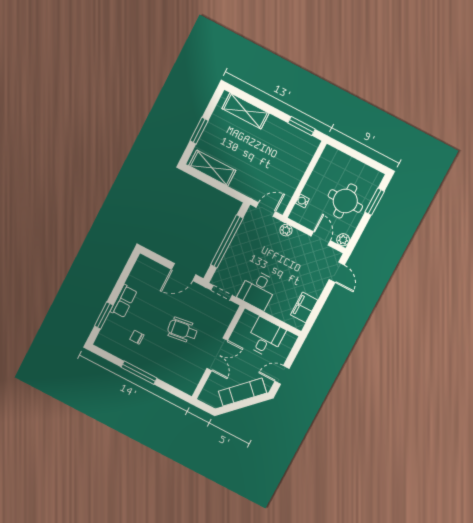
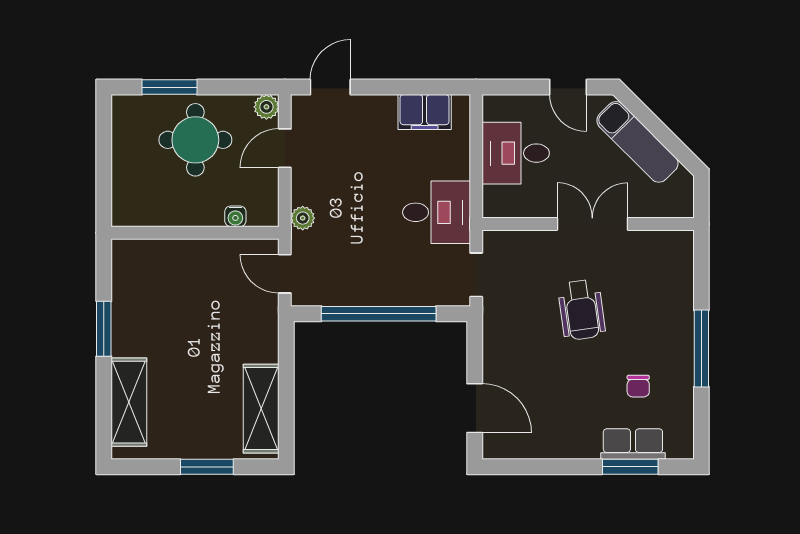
window: (301, 126) -> (104, 329), moved
door: (184, 272) -> (475, 408), moved
row of seats: (124, 301) -> (633, 444), moved

